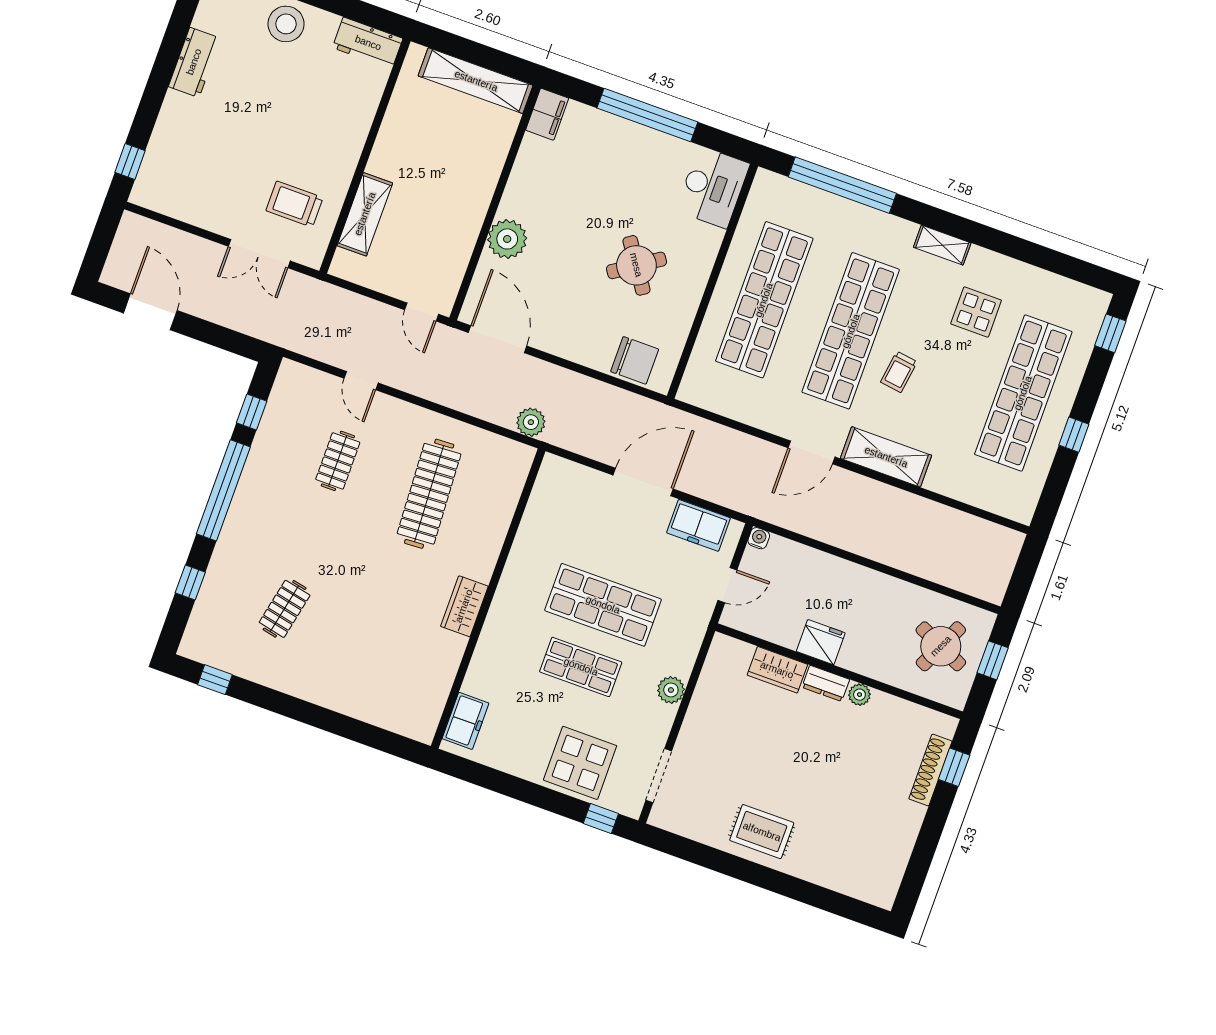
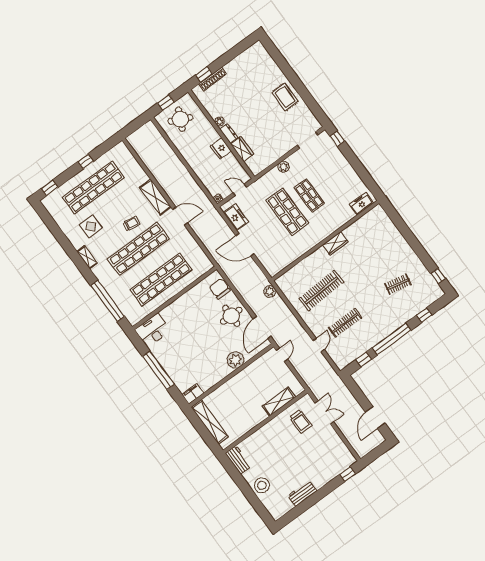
round table: (636, 265) -> (231, 316), moved, turned 34
clothes rail: (338, 461) -> (345, 323), width x1.36
display table: (580, 763) -> (332, 163), removed

